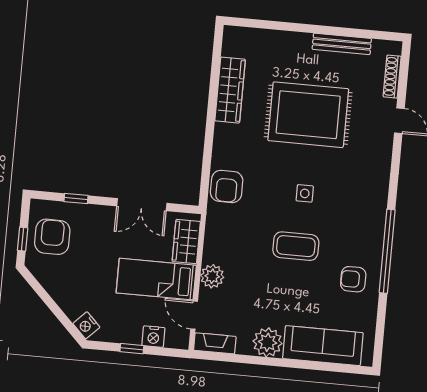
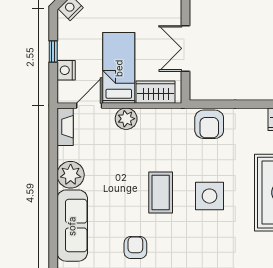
armchair: (227, 186) -> (209, 124), turned -90
side table: (305, 193) -> (209, 196), width x1.87, depth x1.87

